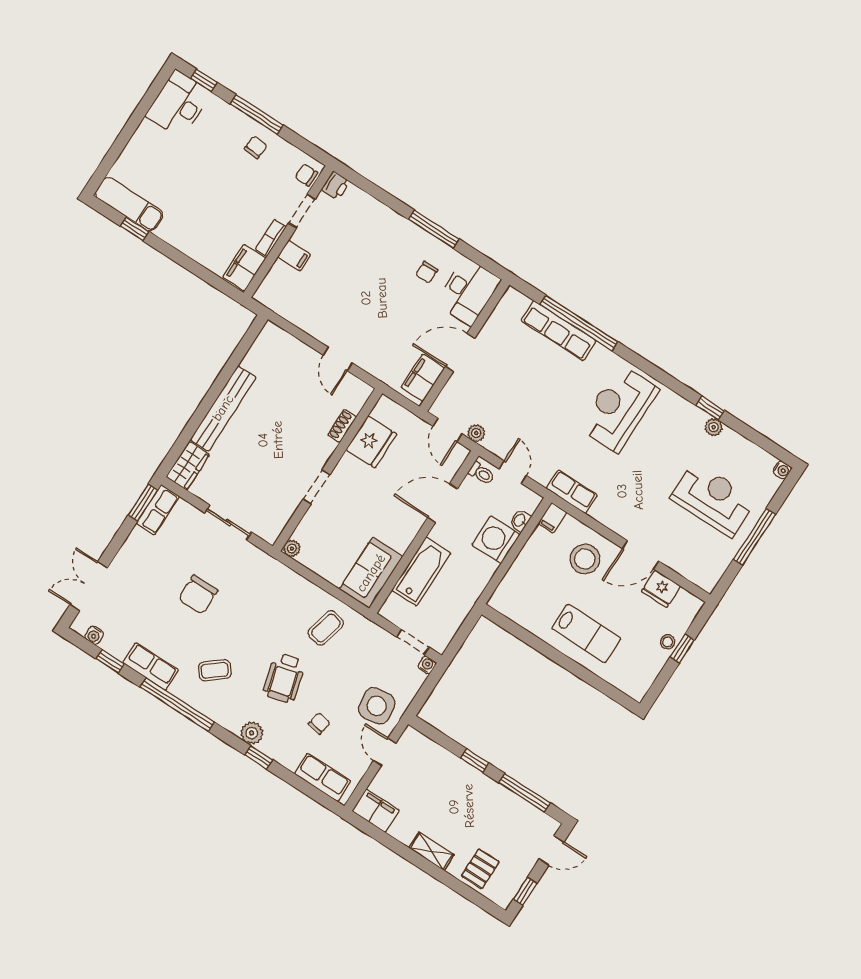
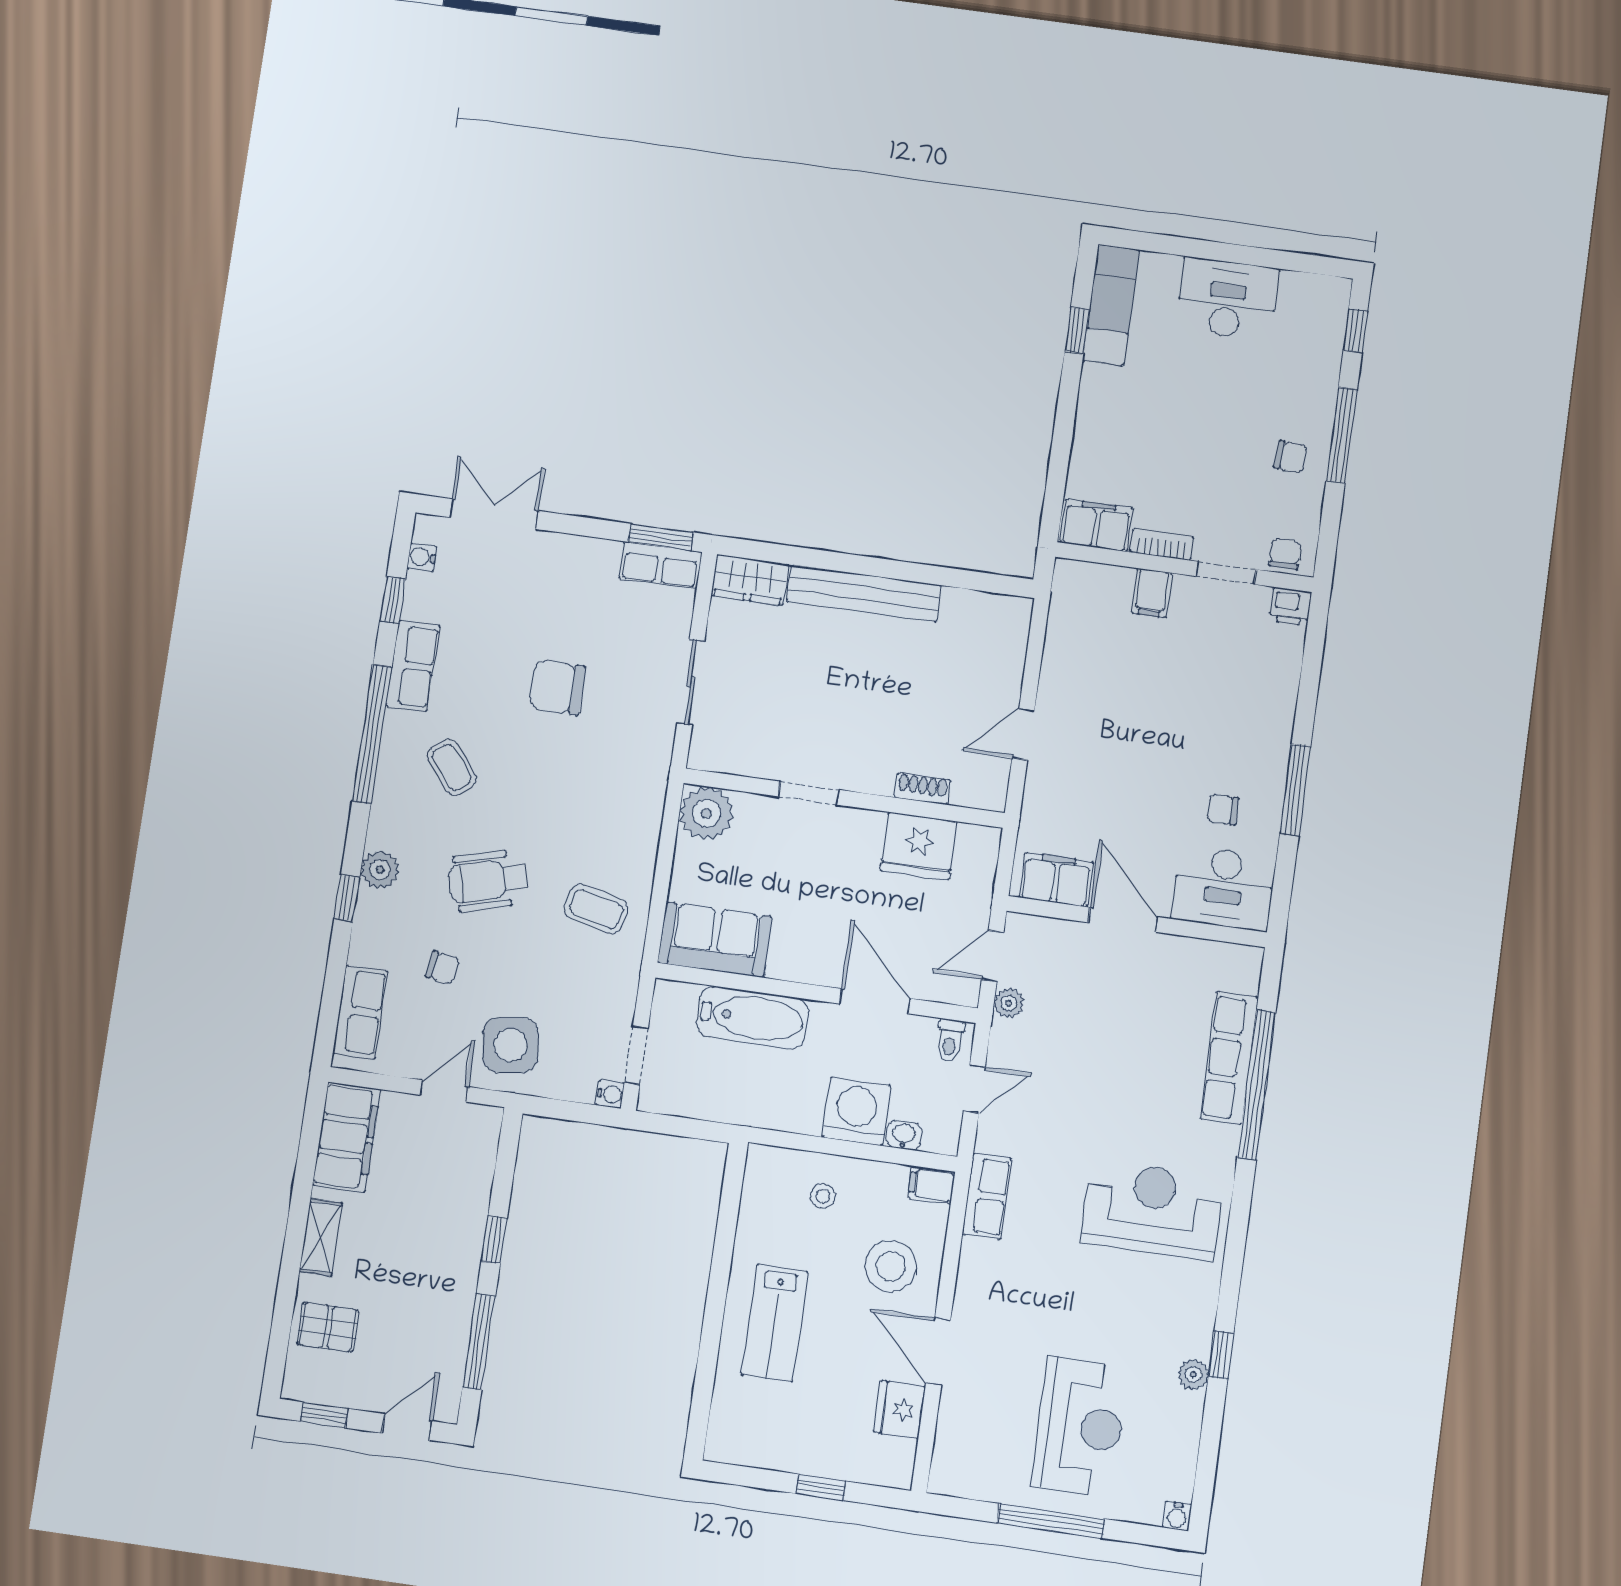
desk: (178, 104) -> (1227, 299), moved
plant: (292, 548) -> (706, 813), width x1.88, depth x1.88
stool: (668, 642) -> (823, 1196), moved
filing cabinet: (376, 811) -> (347, 1137), width x1.50, depth x1.17
door: (551, 851) -> (407, 1427), swing flipped

